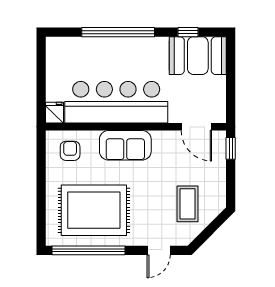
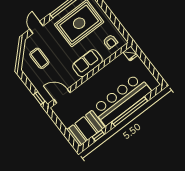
bar counter: (116, 102) -> (122, 100), moved, turned 180

